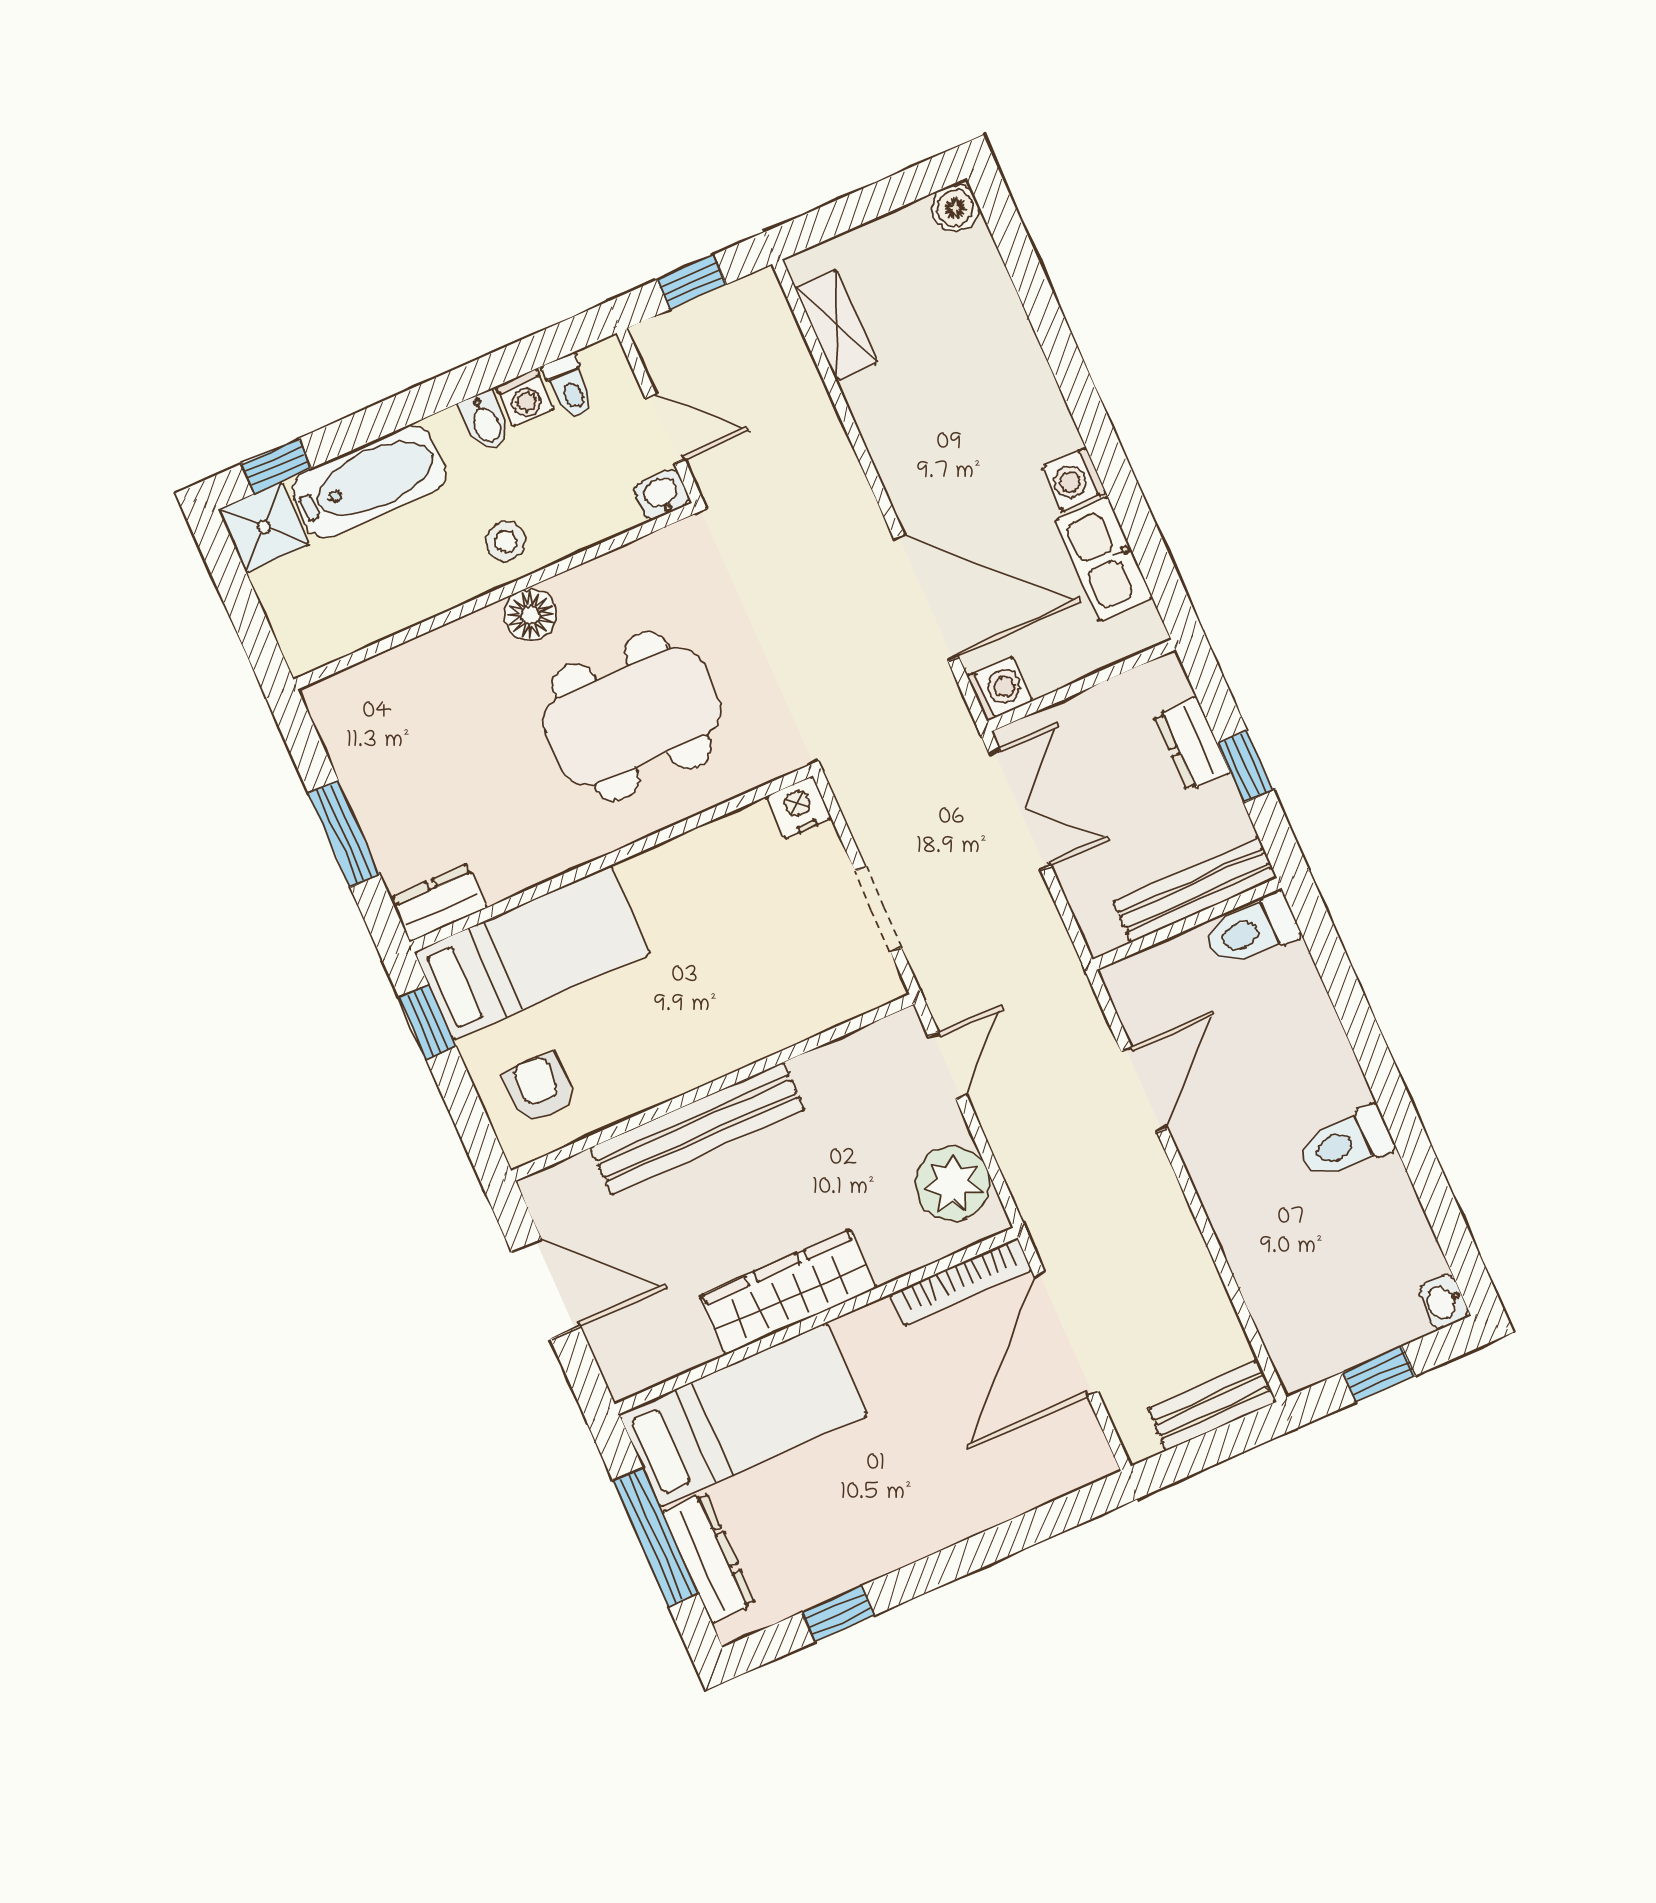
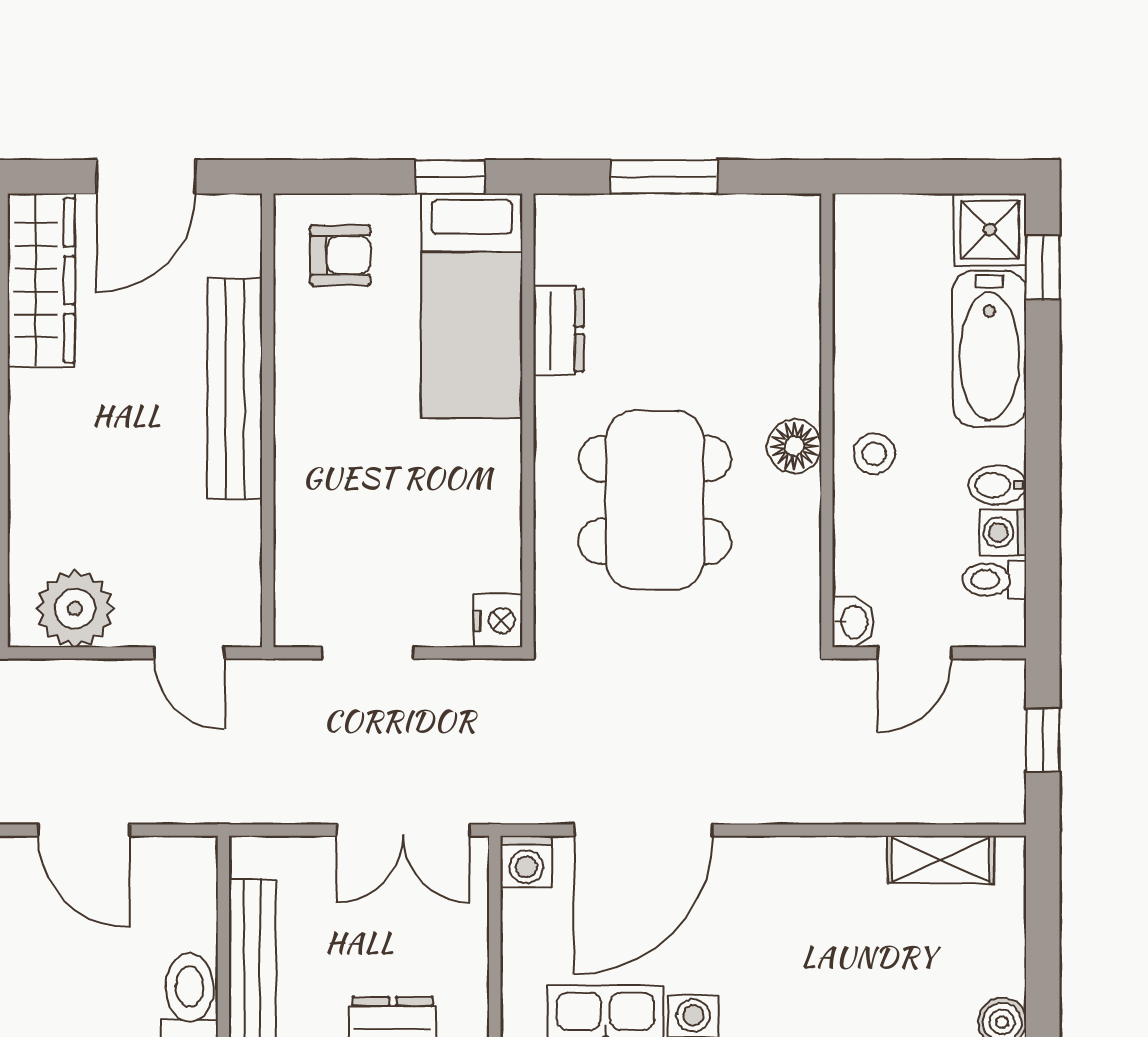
dresser: (439, 903) -> (559, 330), moved
wardrobe: (788, 1292) -> (41, 280), moved

